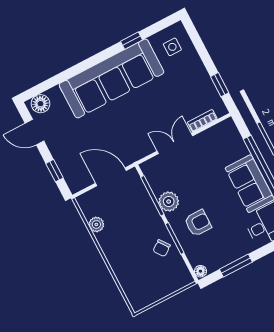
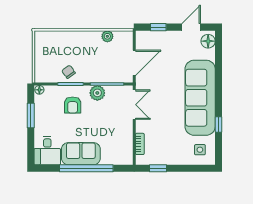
double door: (175, 143) -> (134, 105), moved

